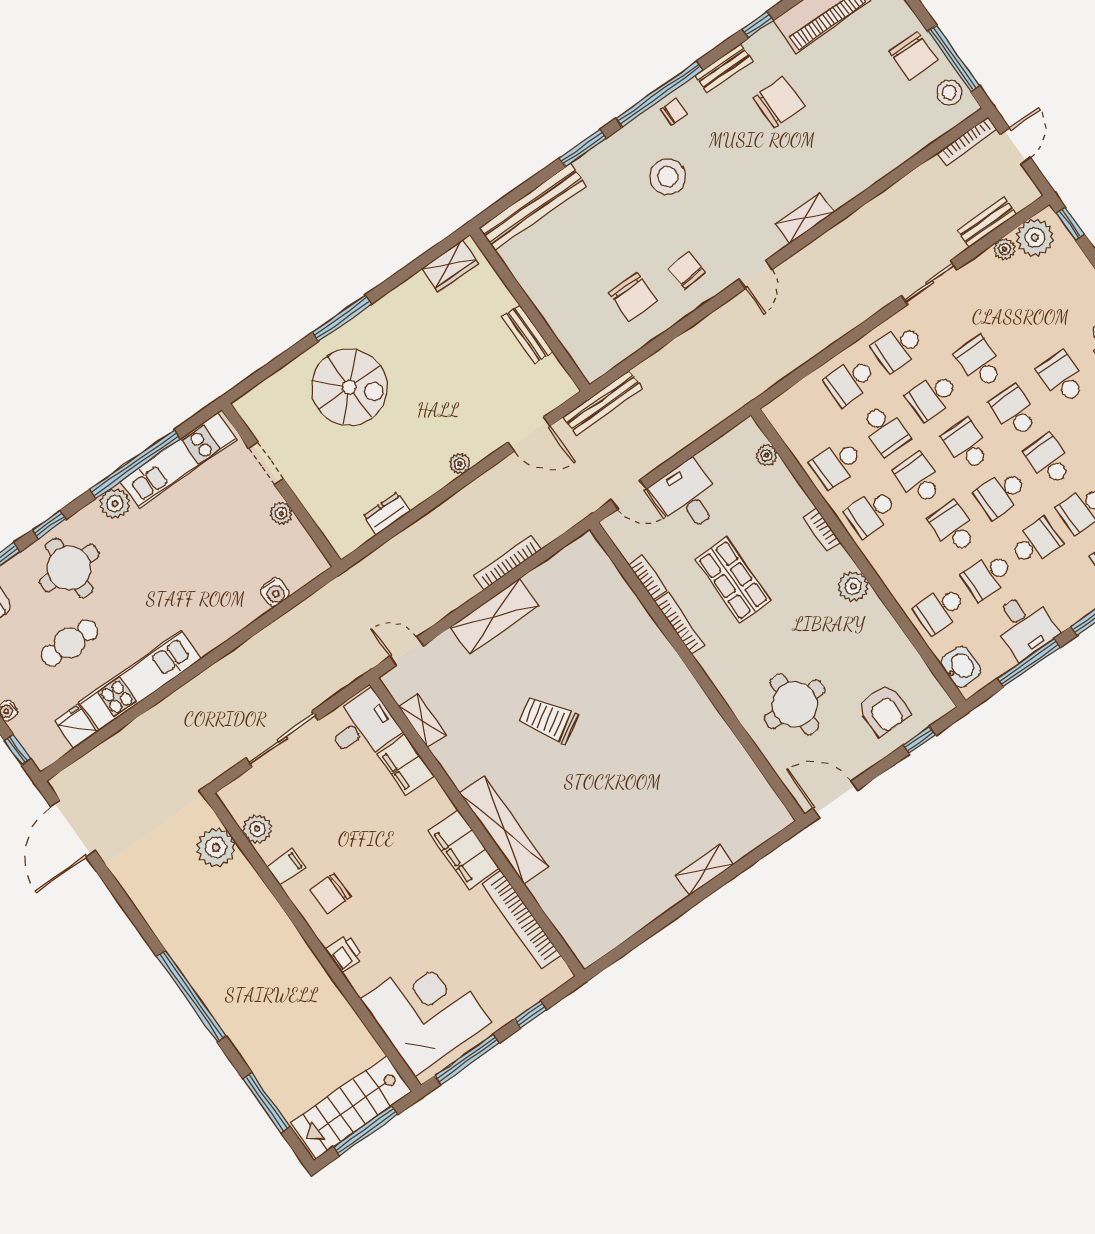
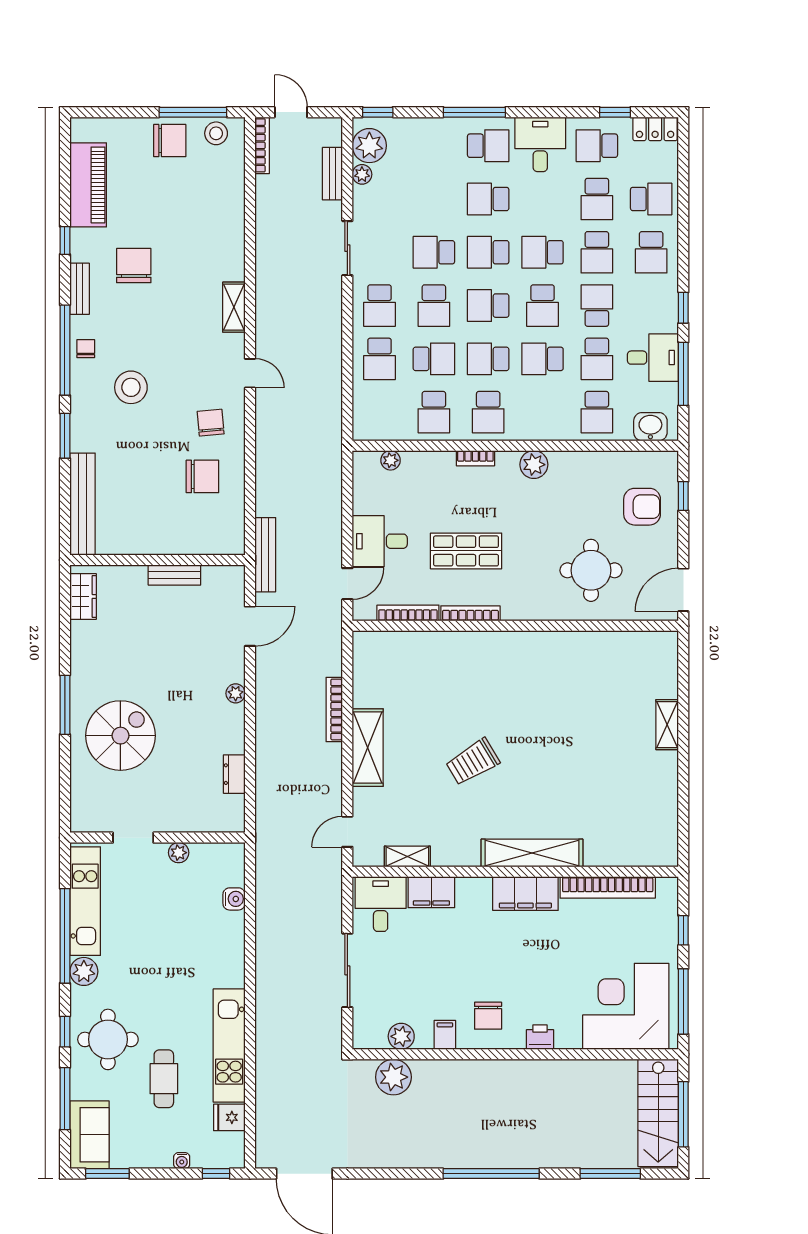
chair: (686, 270) -> (211, 423), turned 91
bookcase: (648, 577) -> (408, 613), width x1.56

